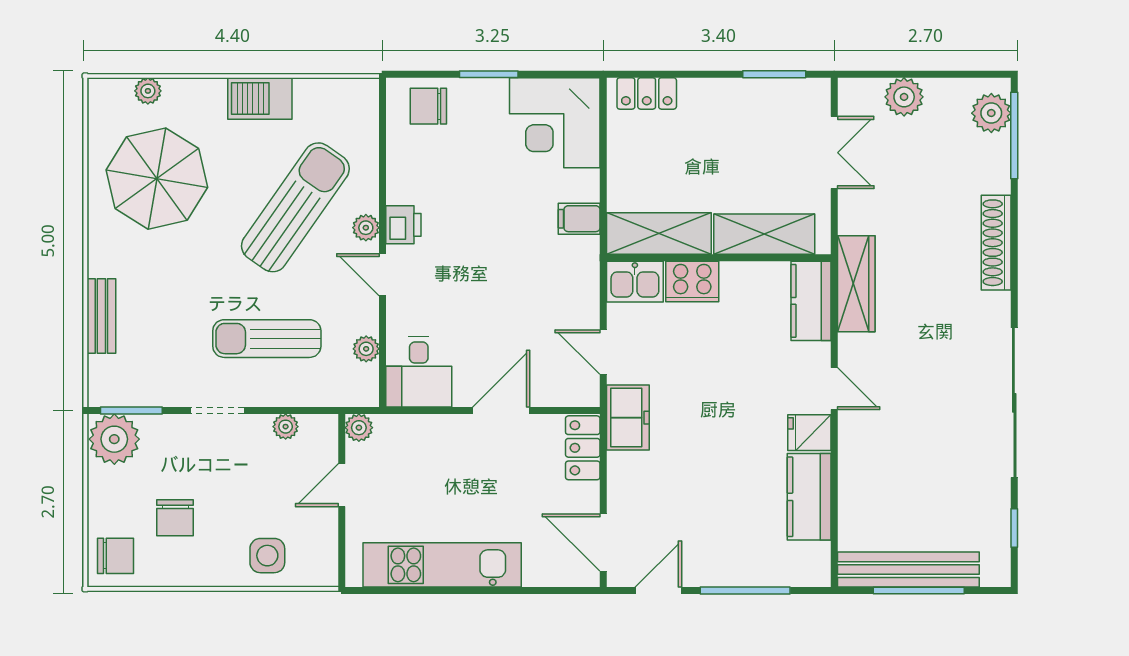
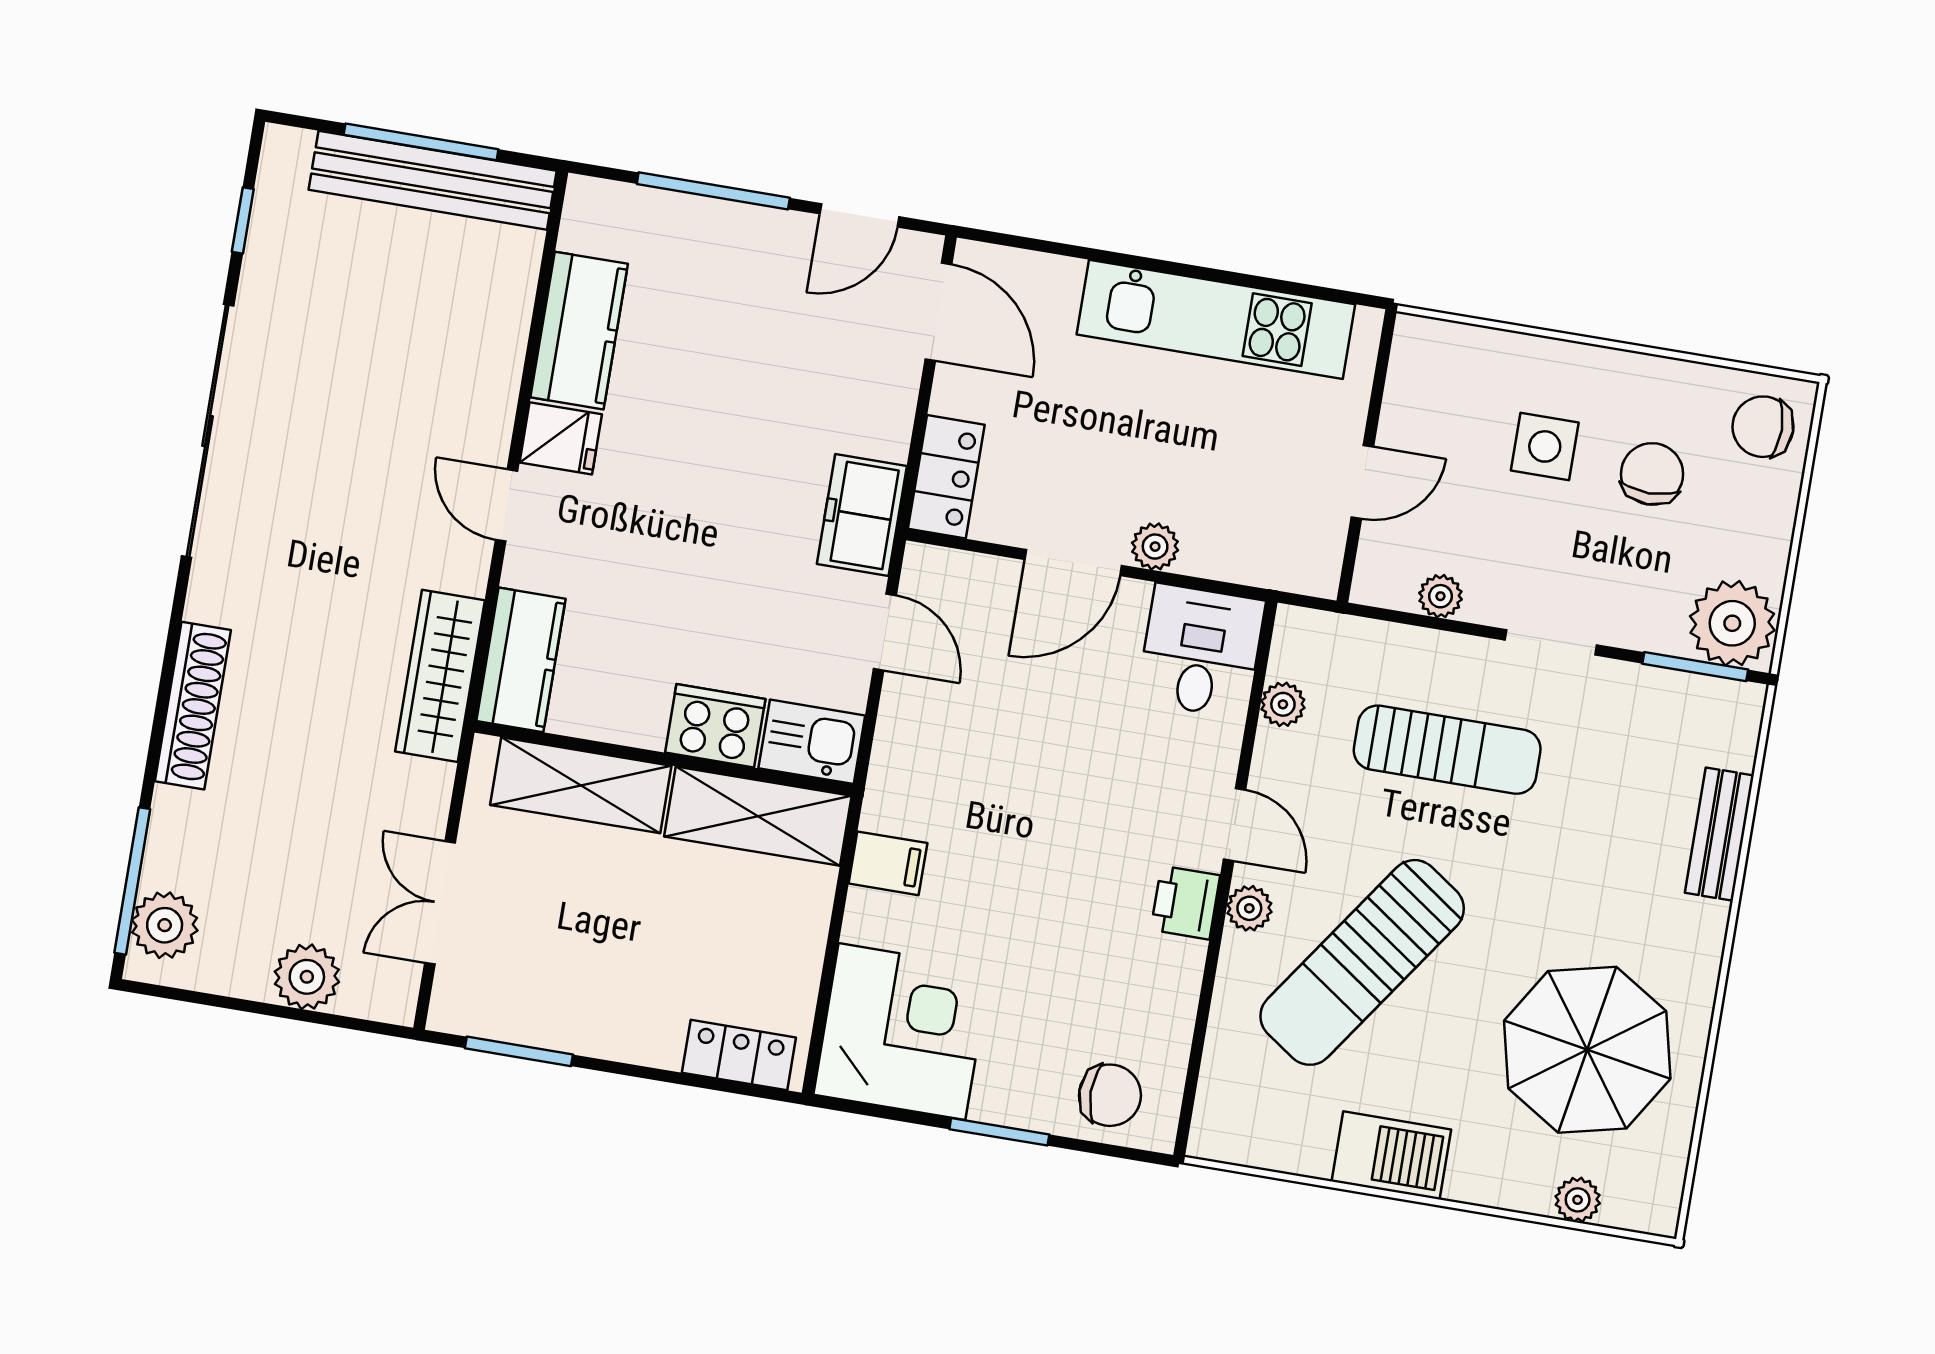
plant: (359, 428) -> (1155, 547), moved
side table: (267, 556) -> (1545, 446), moved

